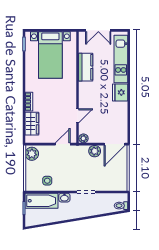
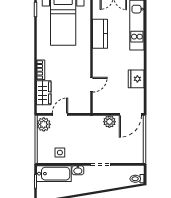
fridge: (120, 92) -> (136, 79), moved
plant: (83, 138) -> (98, 108), removed
door: (63, 144) -> (60, 114), moved

